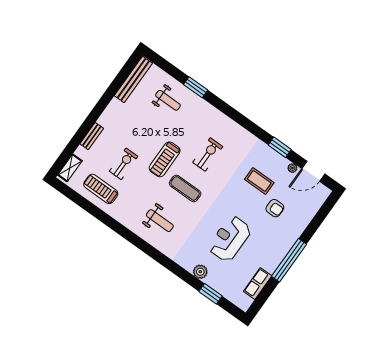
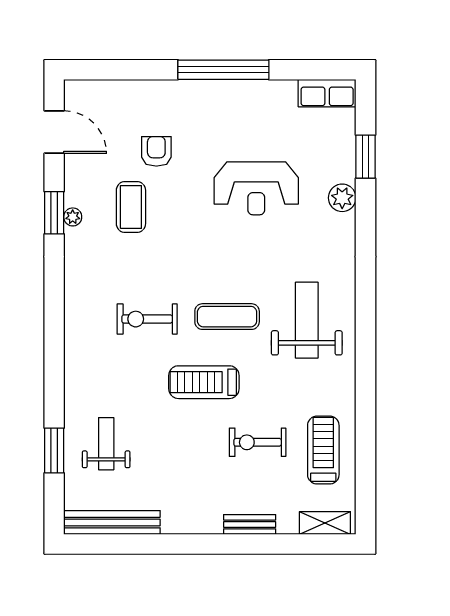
window: (196, 87) -> (54, 450), moved
treadmill: (165, 159) -> (204, 382), turned 180
plant: (292, 168) -> (73, 217), moved
exercise mat: (185, 188) -> (227, 317), turned 90
treadmill: (101, 189) -> (323, 450), turned 180
weight bench: (160, 221) -> (307, 320), width x1.36, depth x1.33
row of seats: (258, 284) -> (327, 93), moved

